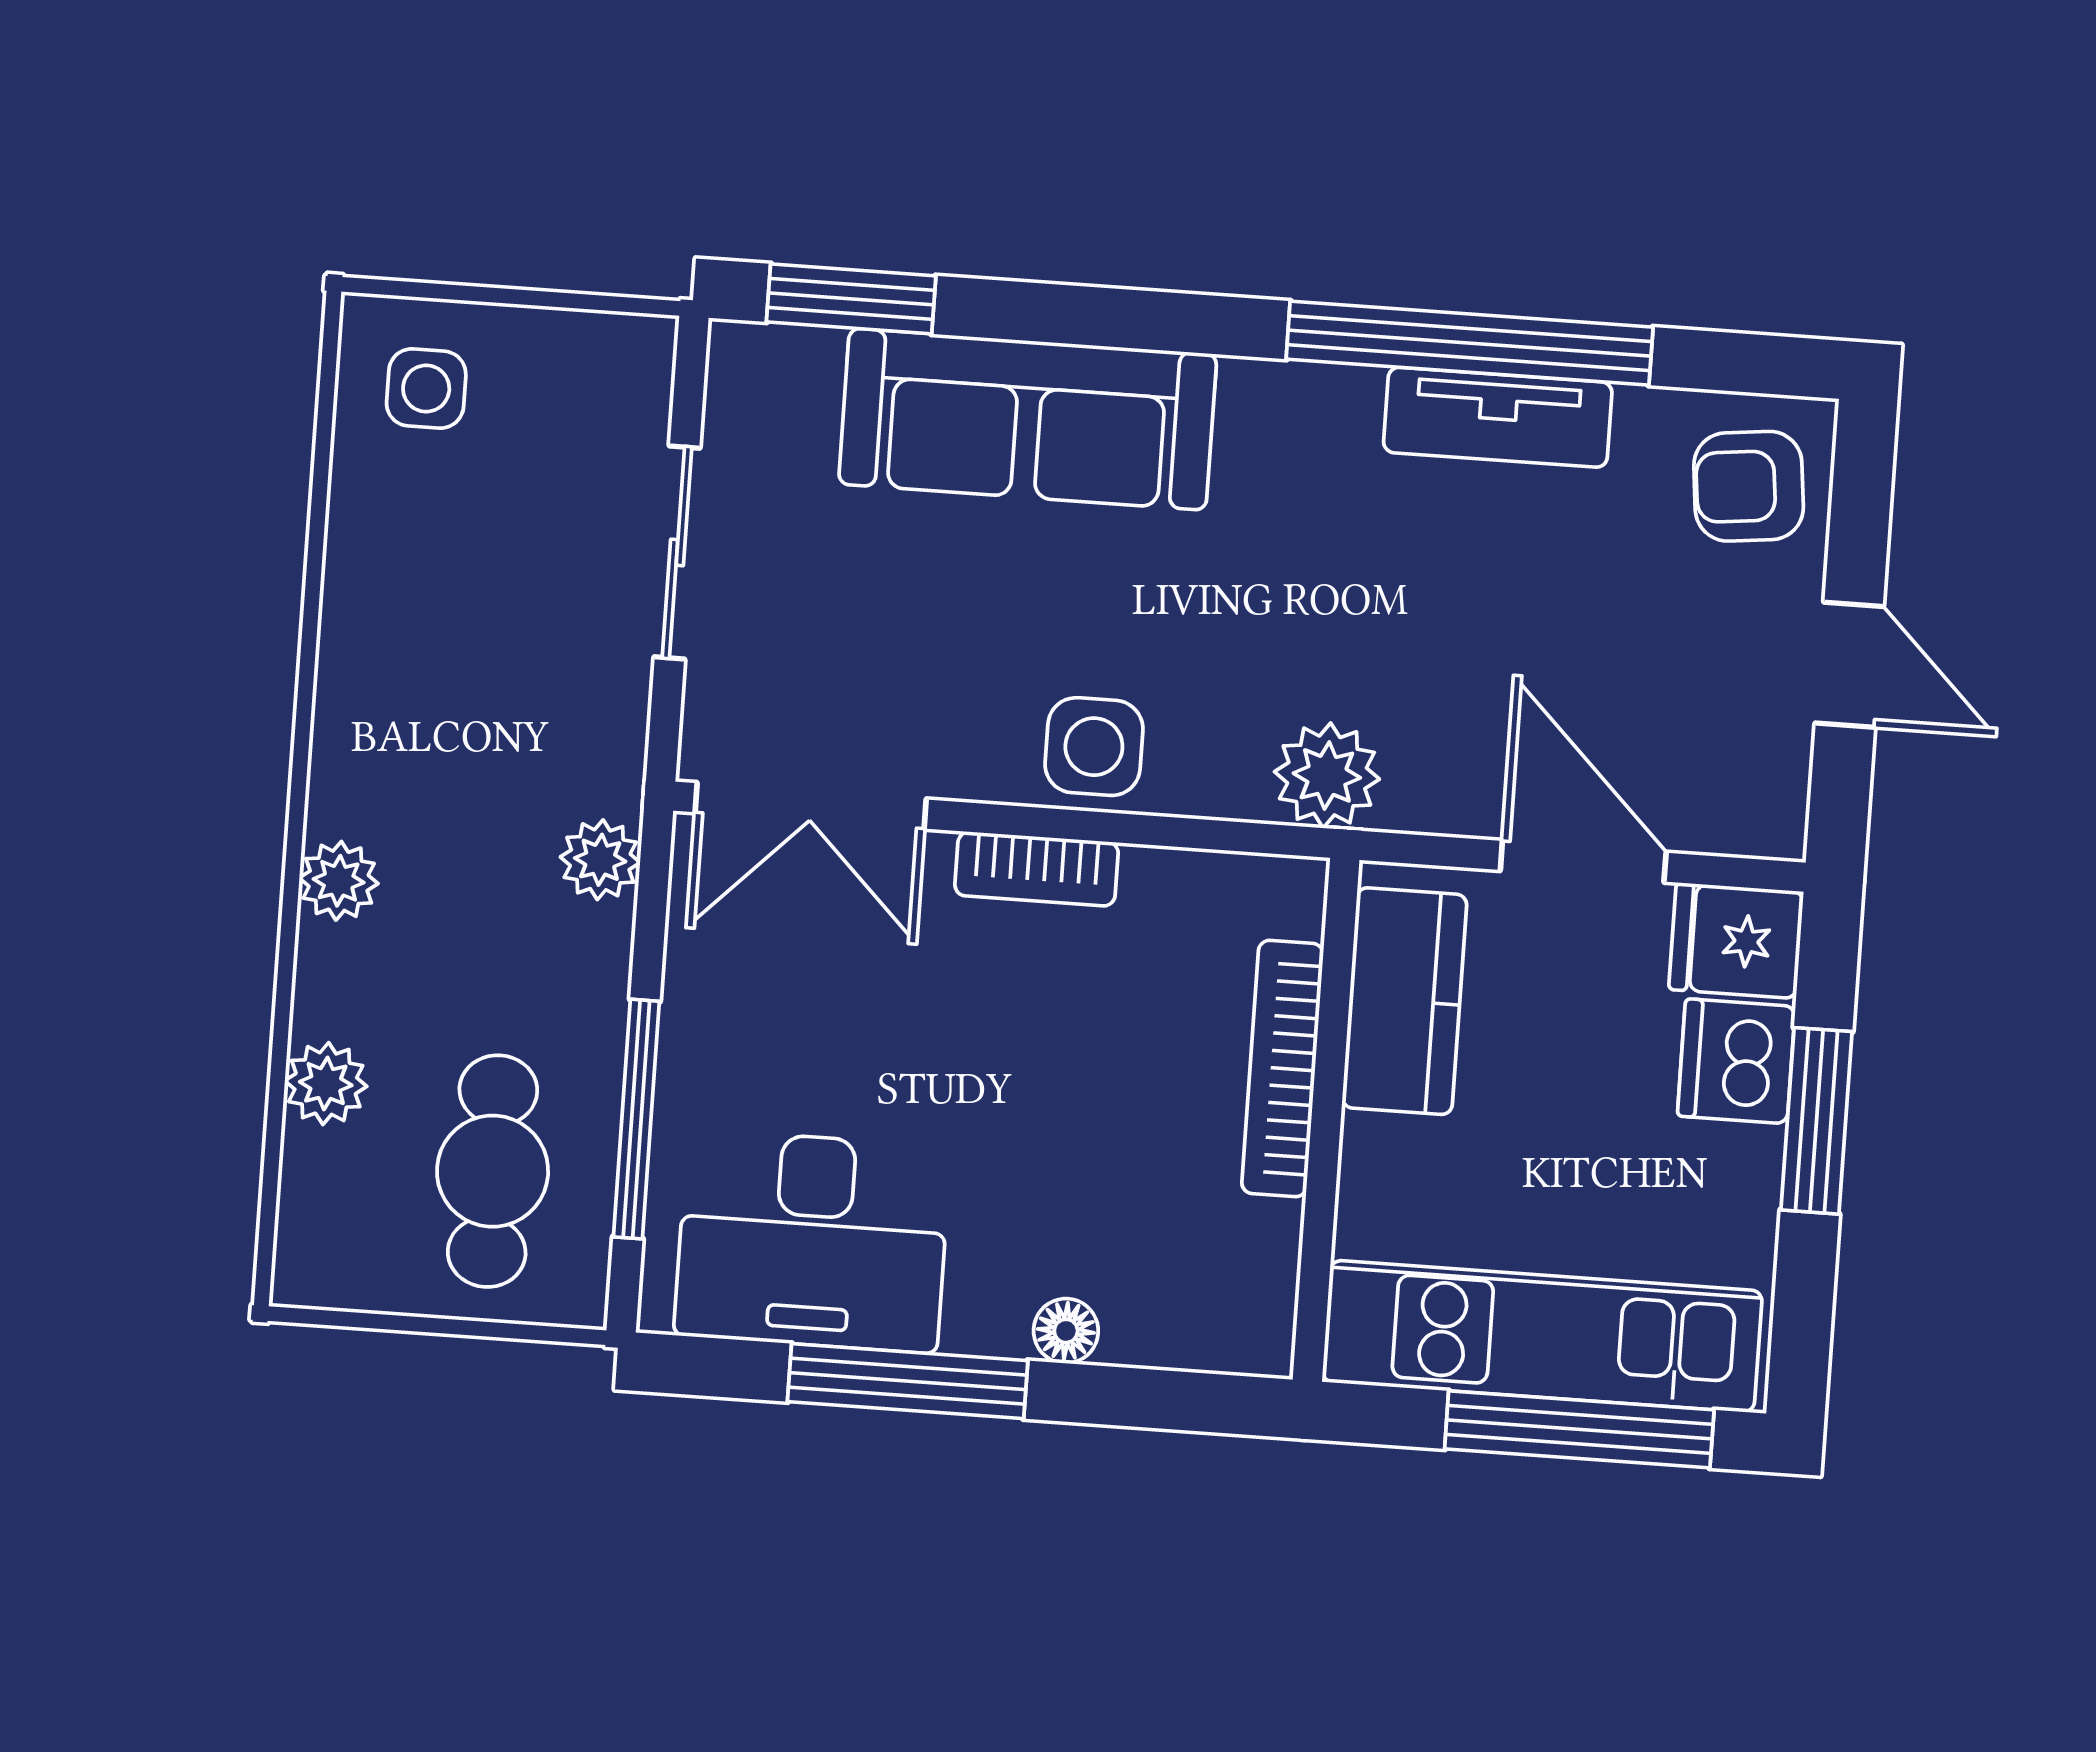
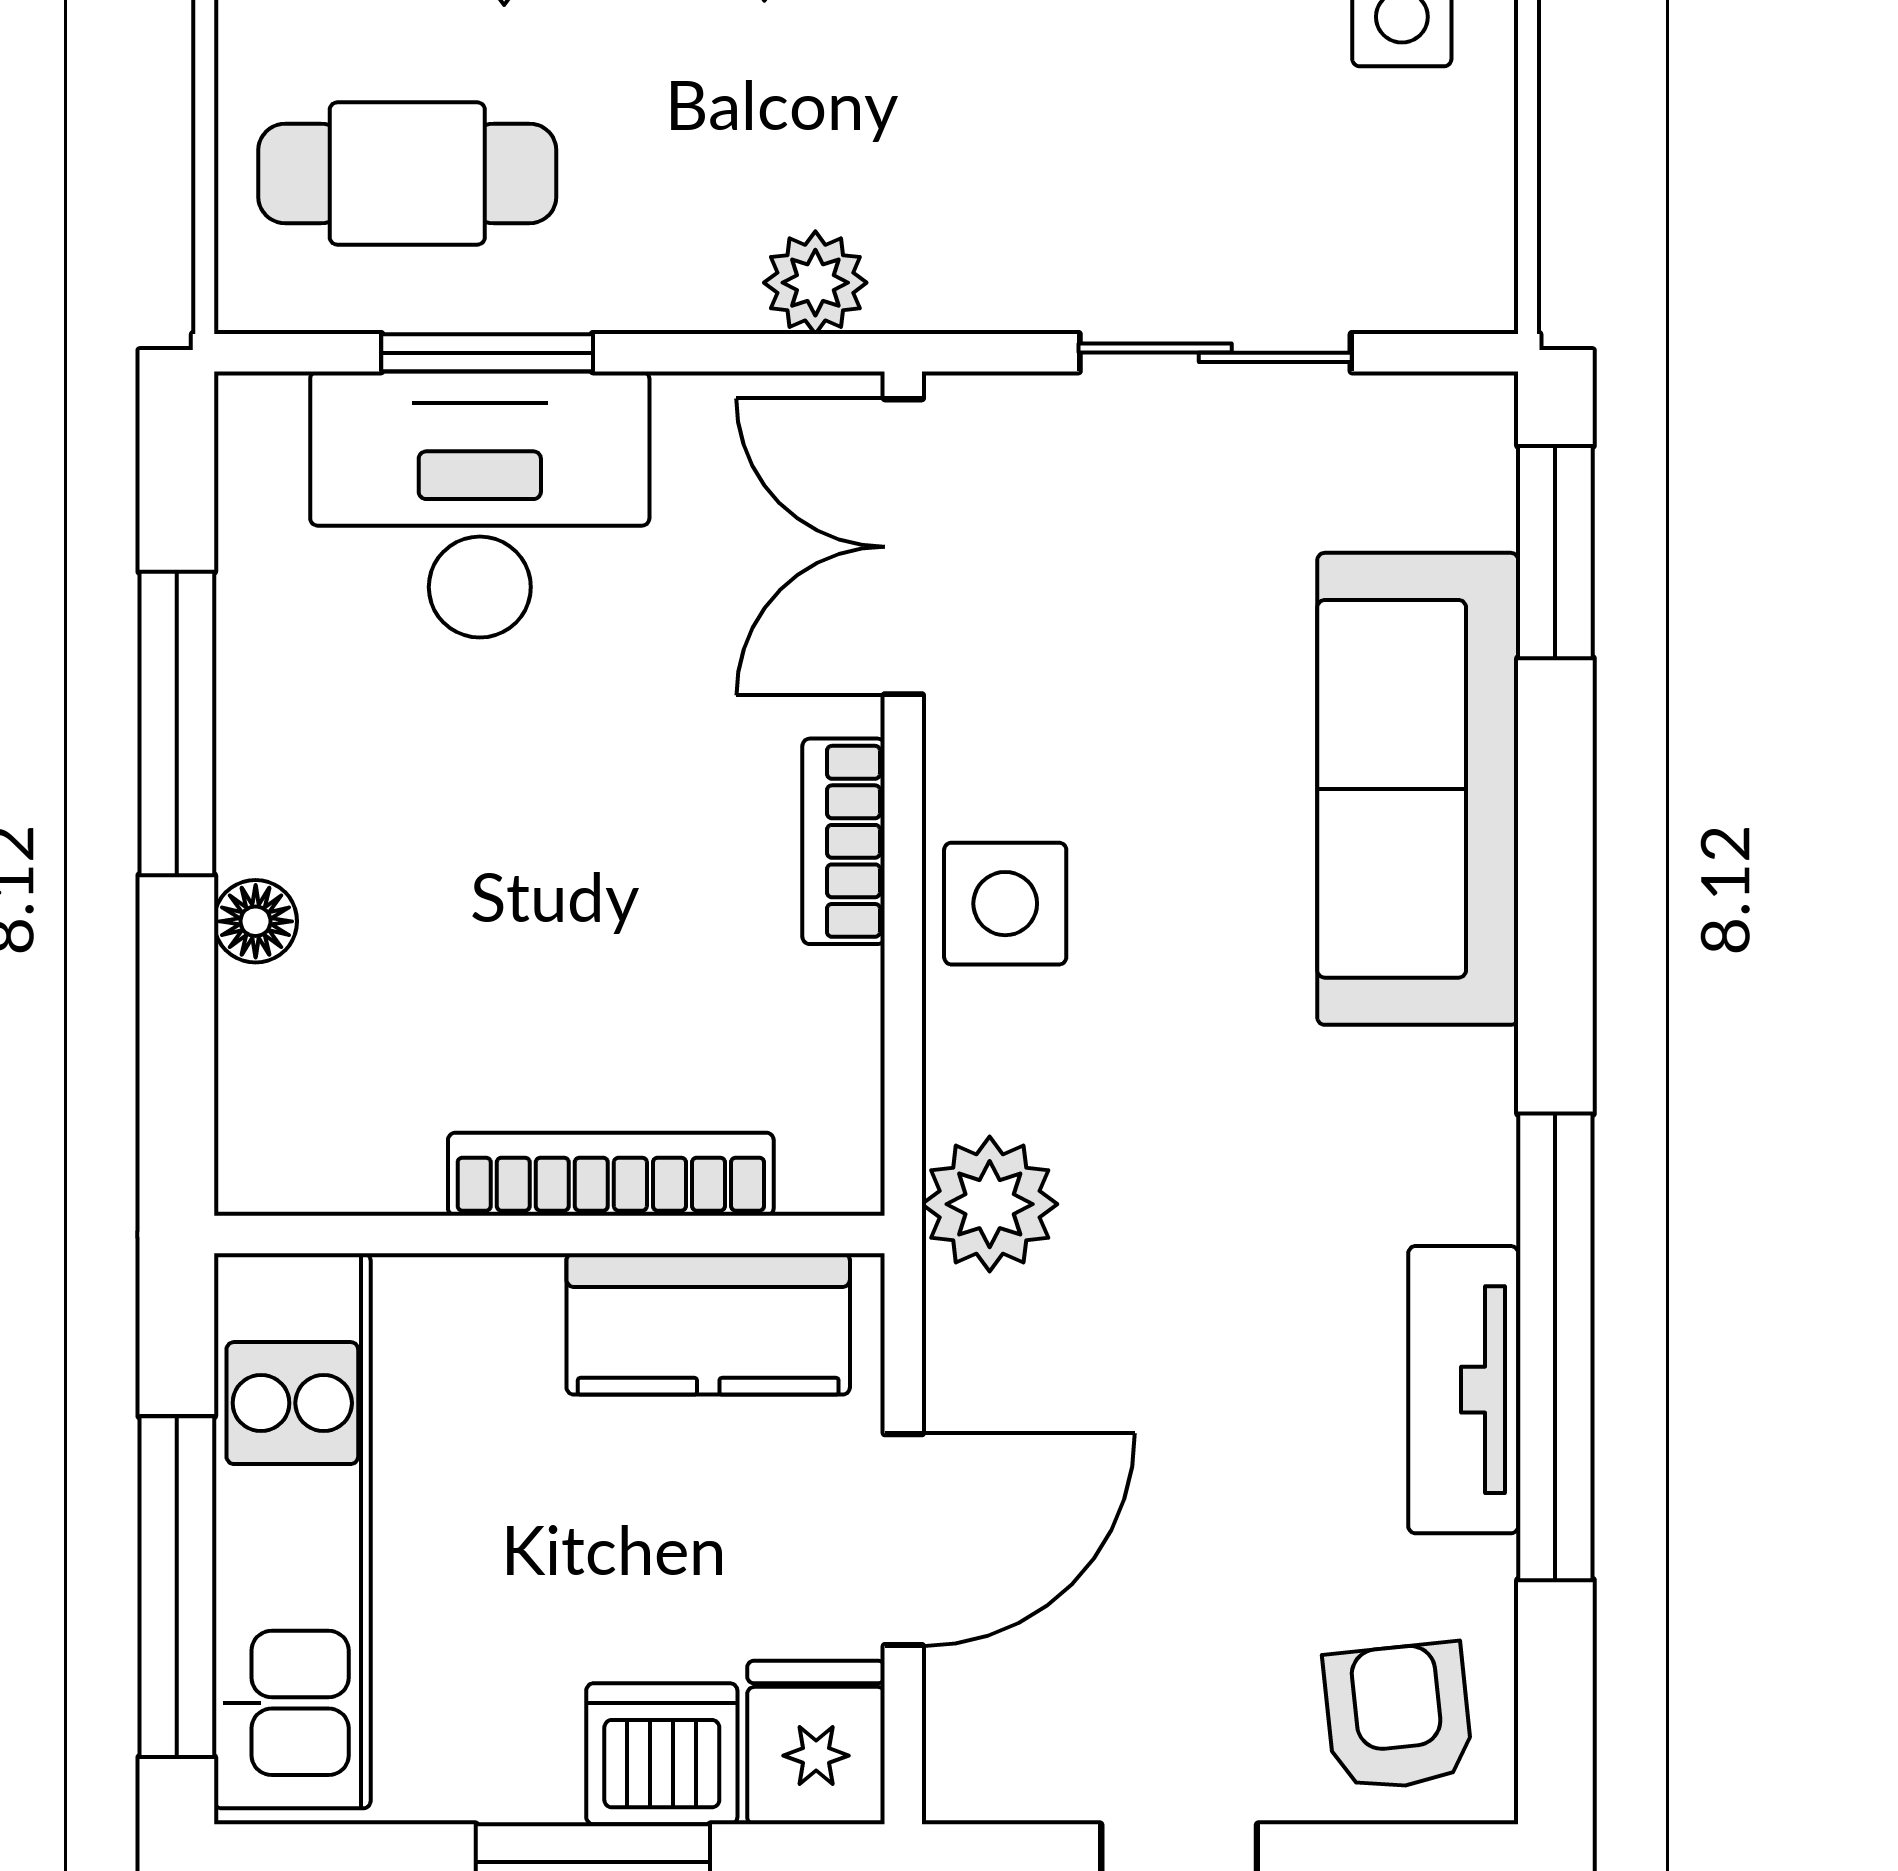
window: (636, 1119) -> (487, 353), width x0.69
desk: (812, 1241) -> (480, 505), moved, turned 90

